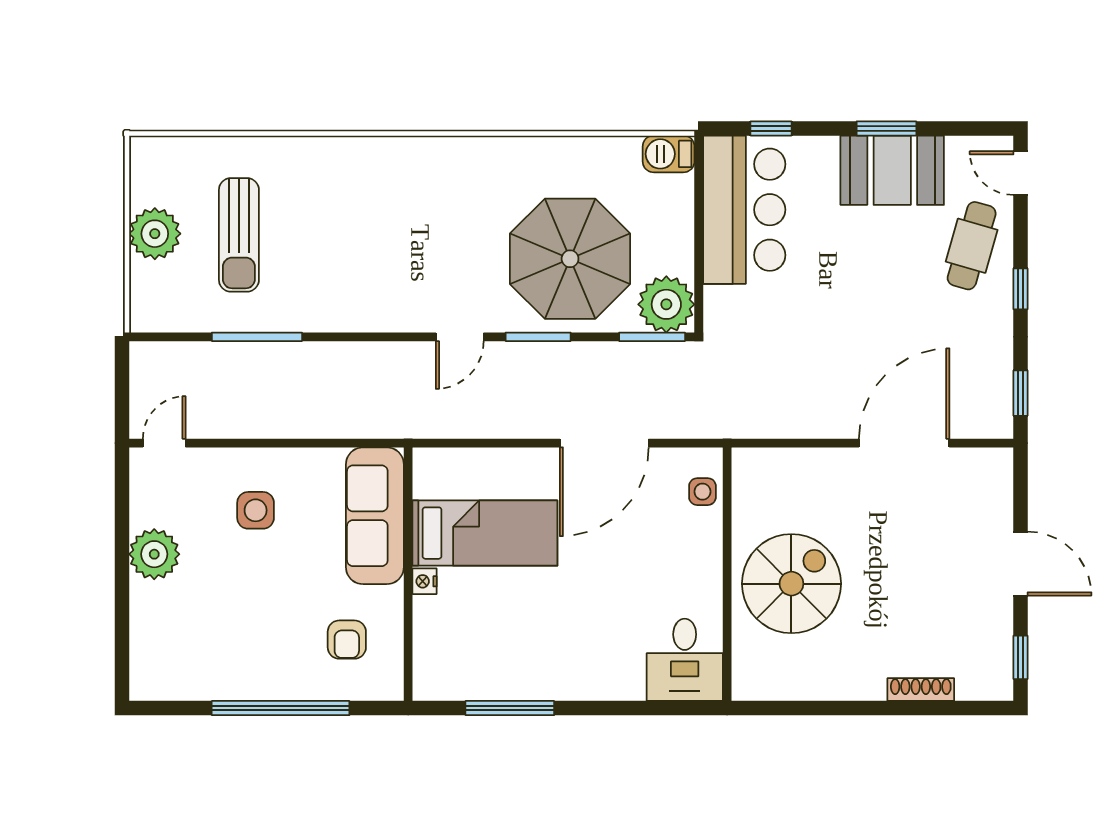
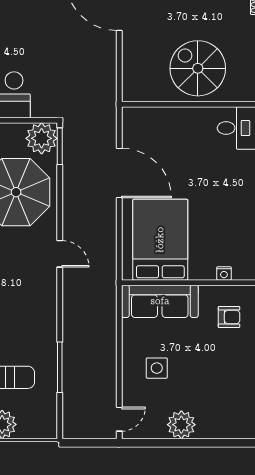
window: (538, 337) -> (60, 210), removed
door: (164, 443) -> (119, 419), swing flipped
side table: (702, 492) -> (146, 118), removed
bed: (485, 533) -> (160, 240), width x1.50
nightstand: (425, 581) -> (224, 274), moved

